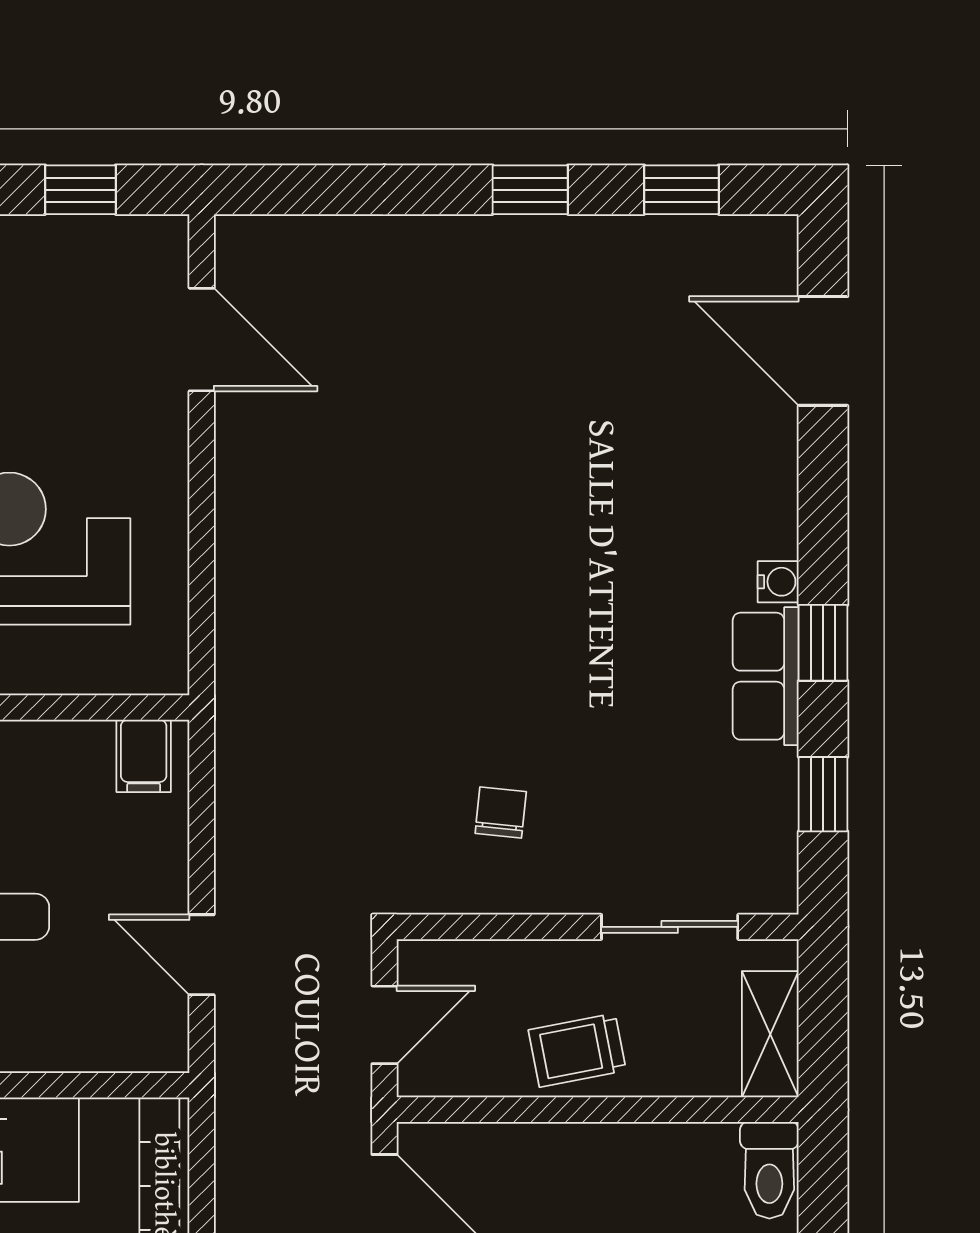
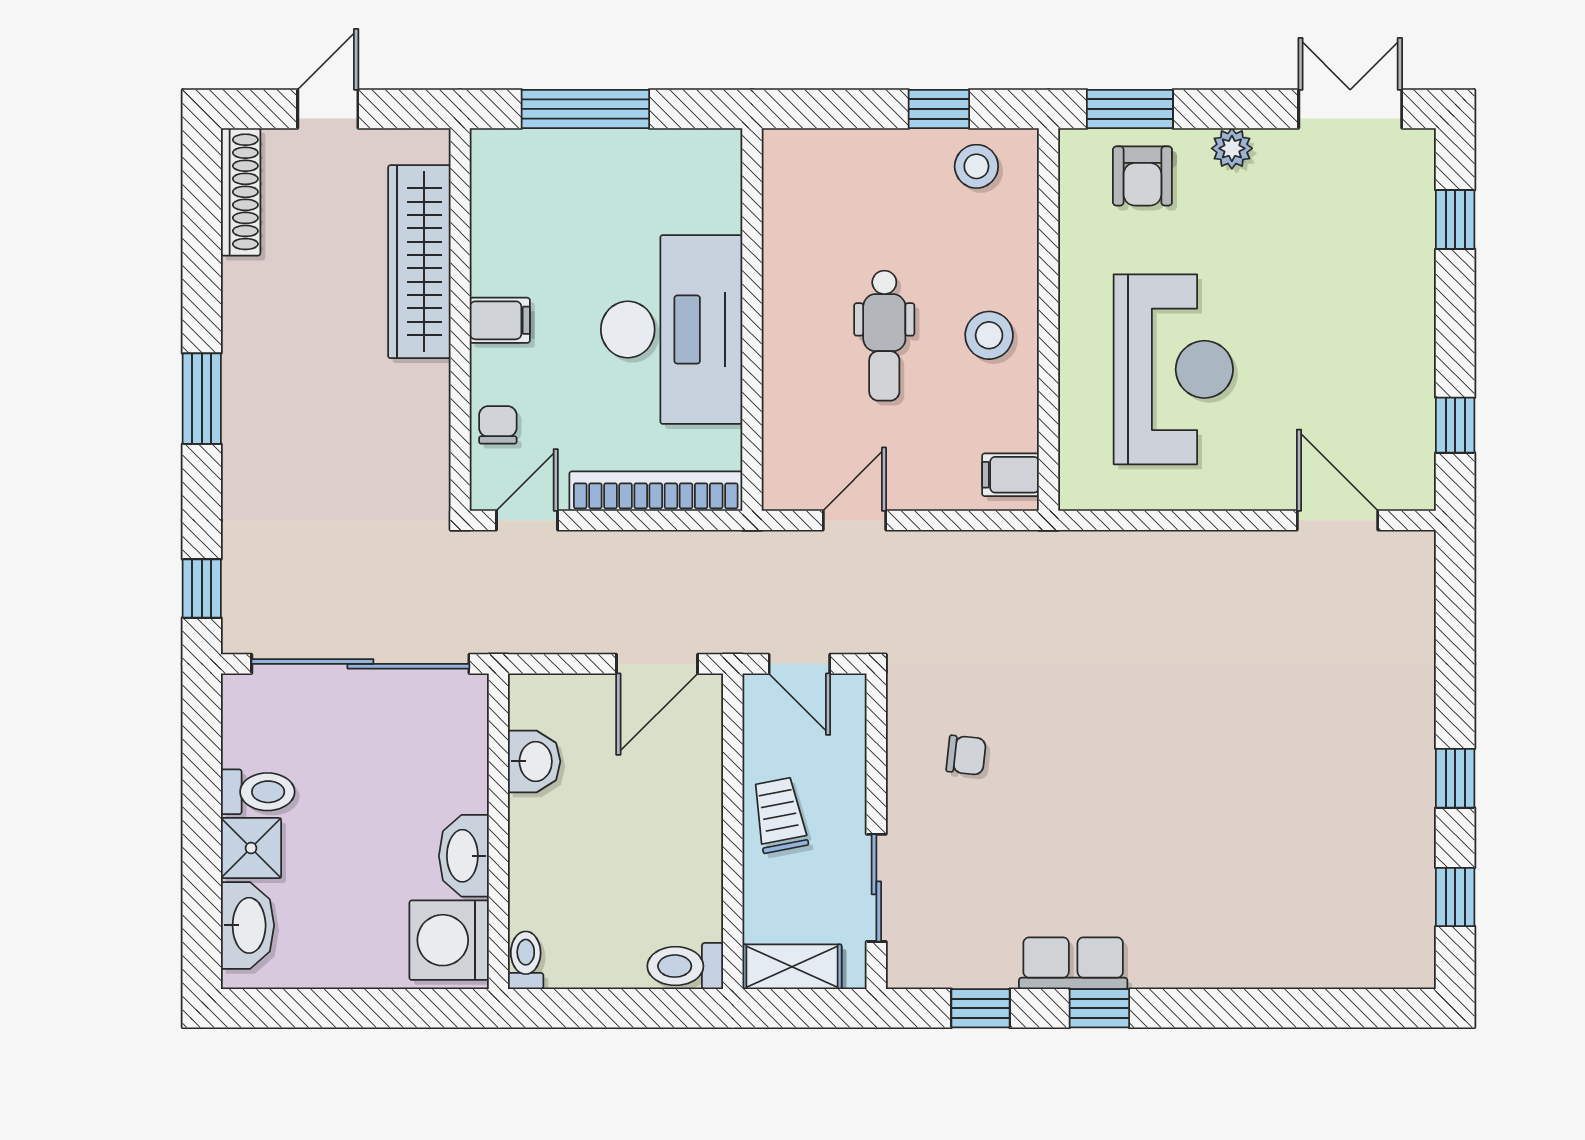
door: (202, 340) -> (1337, 520), swing flipped
door: (823, 351) -> (1329, 1008), removed
water cooler: (778, 582) -> (1147, 973), removed

